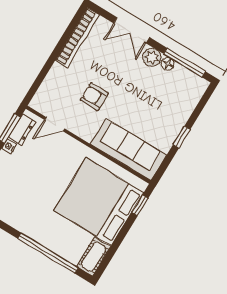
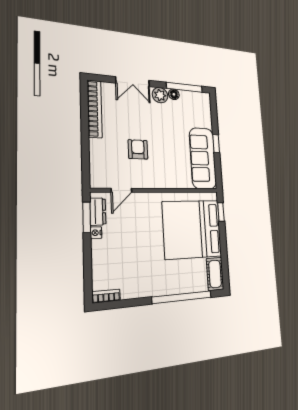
armchair: (94, 97) -> (138, 149), turned 90
sofa: (128, 150) -> (203, 158), moved, turned -90

